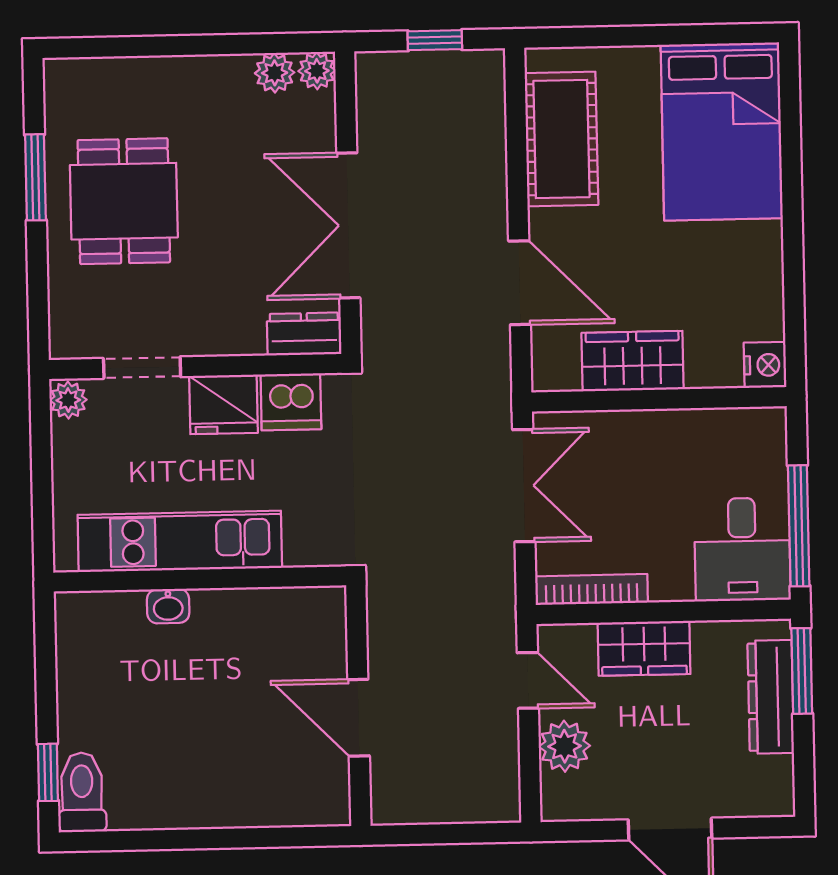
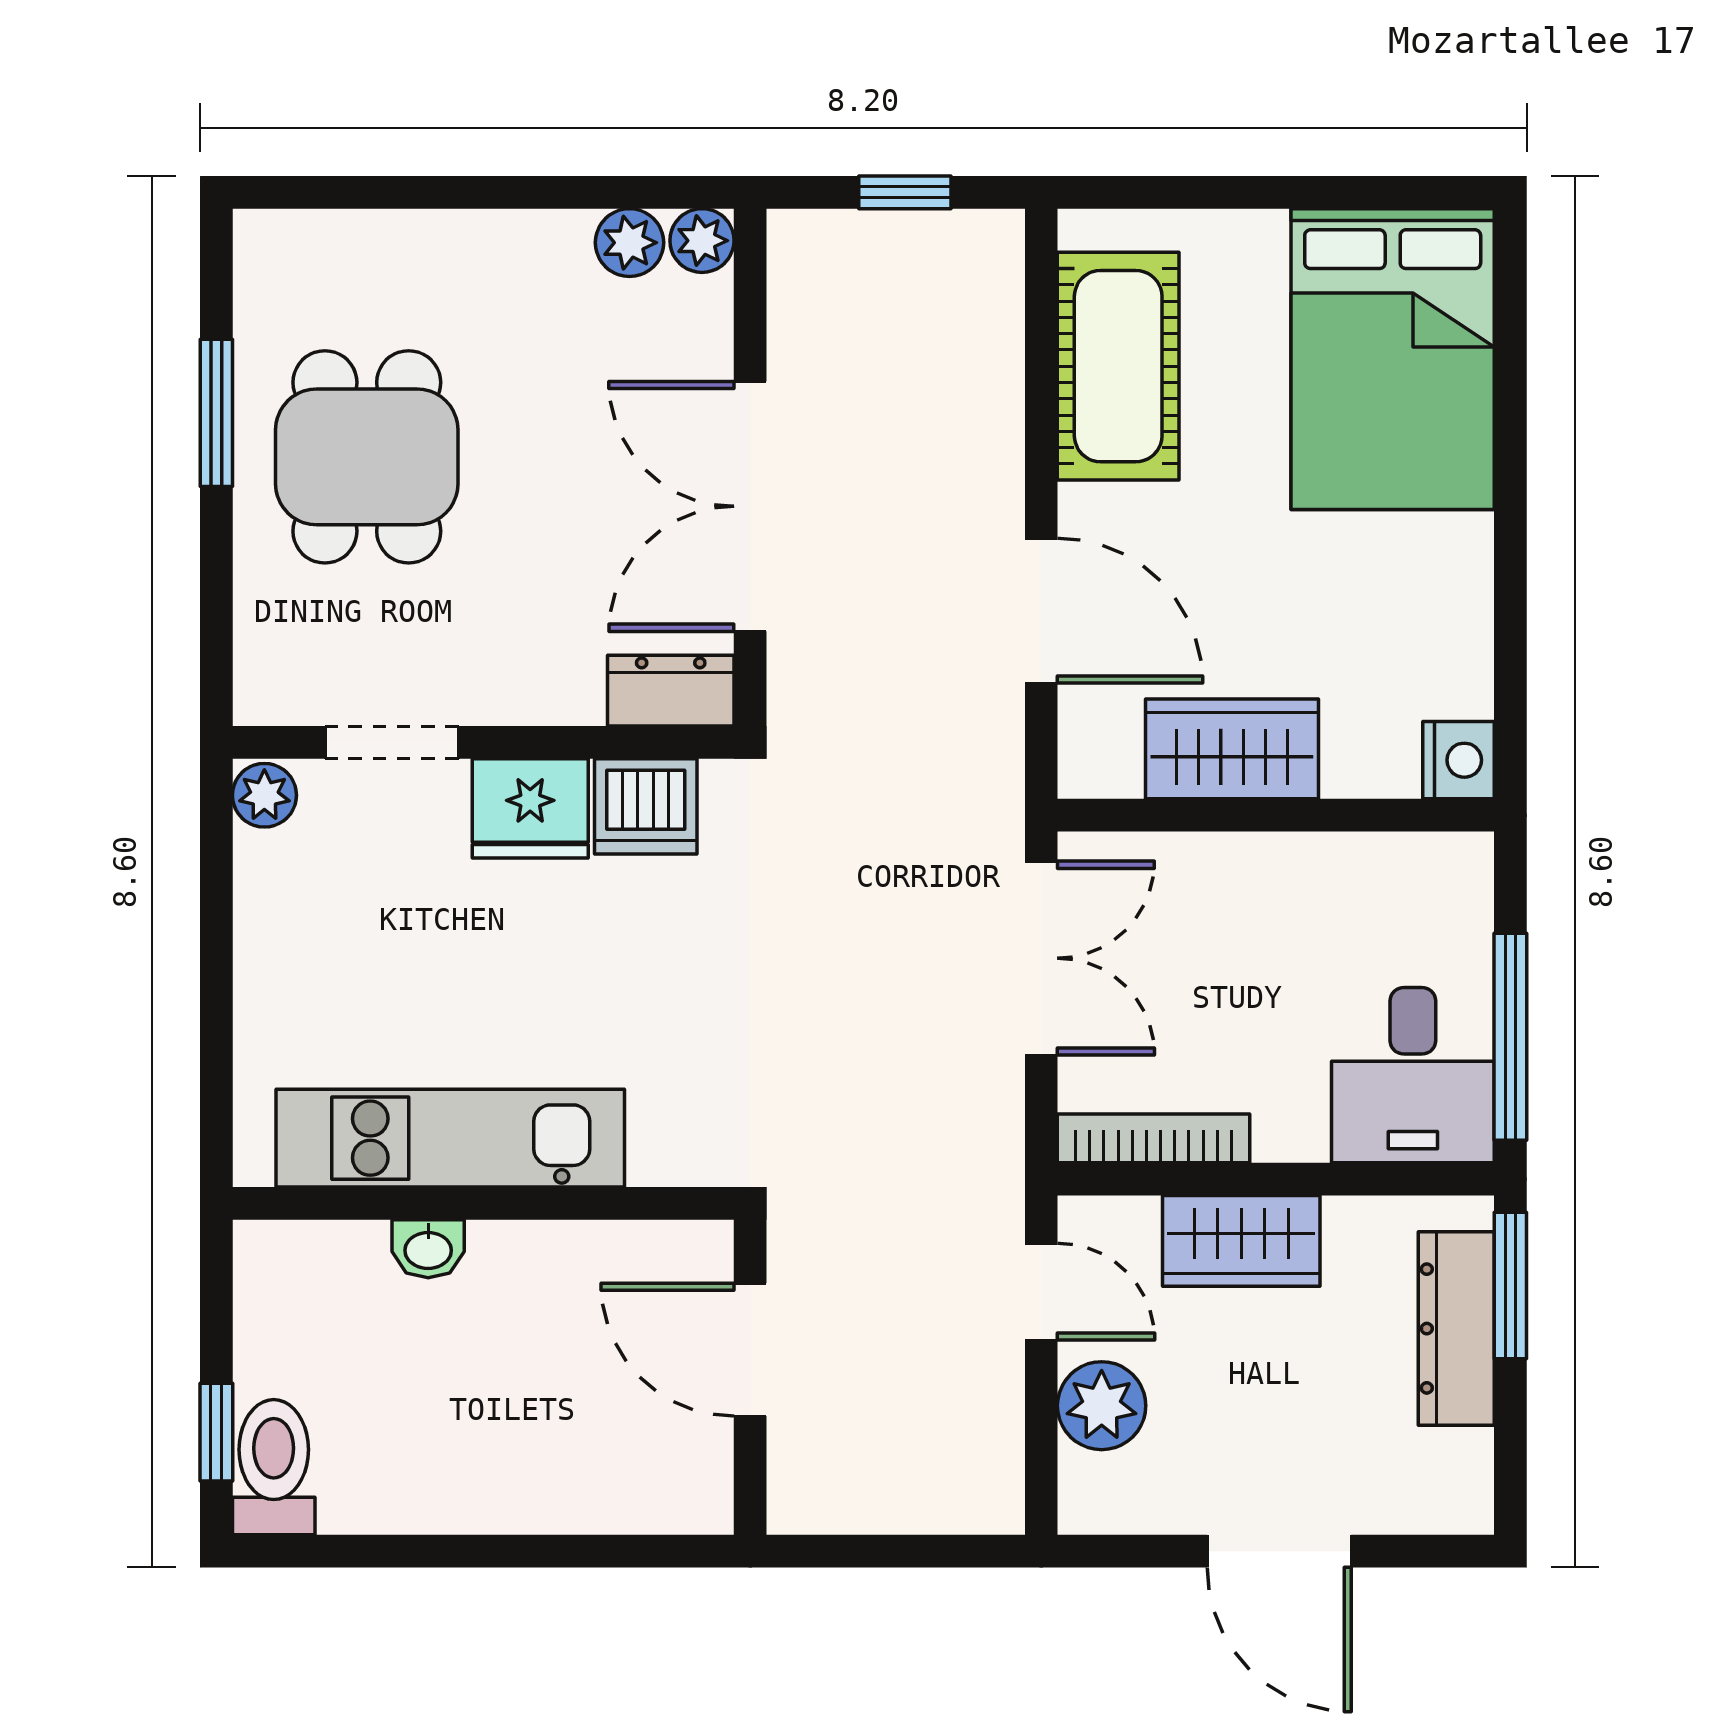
kitchen unit: (180, 541) -> (450, 1138), moved
wall: (200, 579) -> (483, 1203), moved
washbasin: (168, 606) -> (428, 1249), moved

